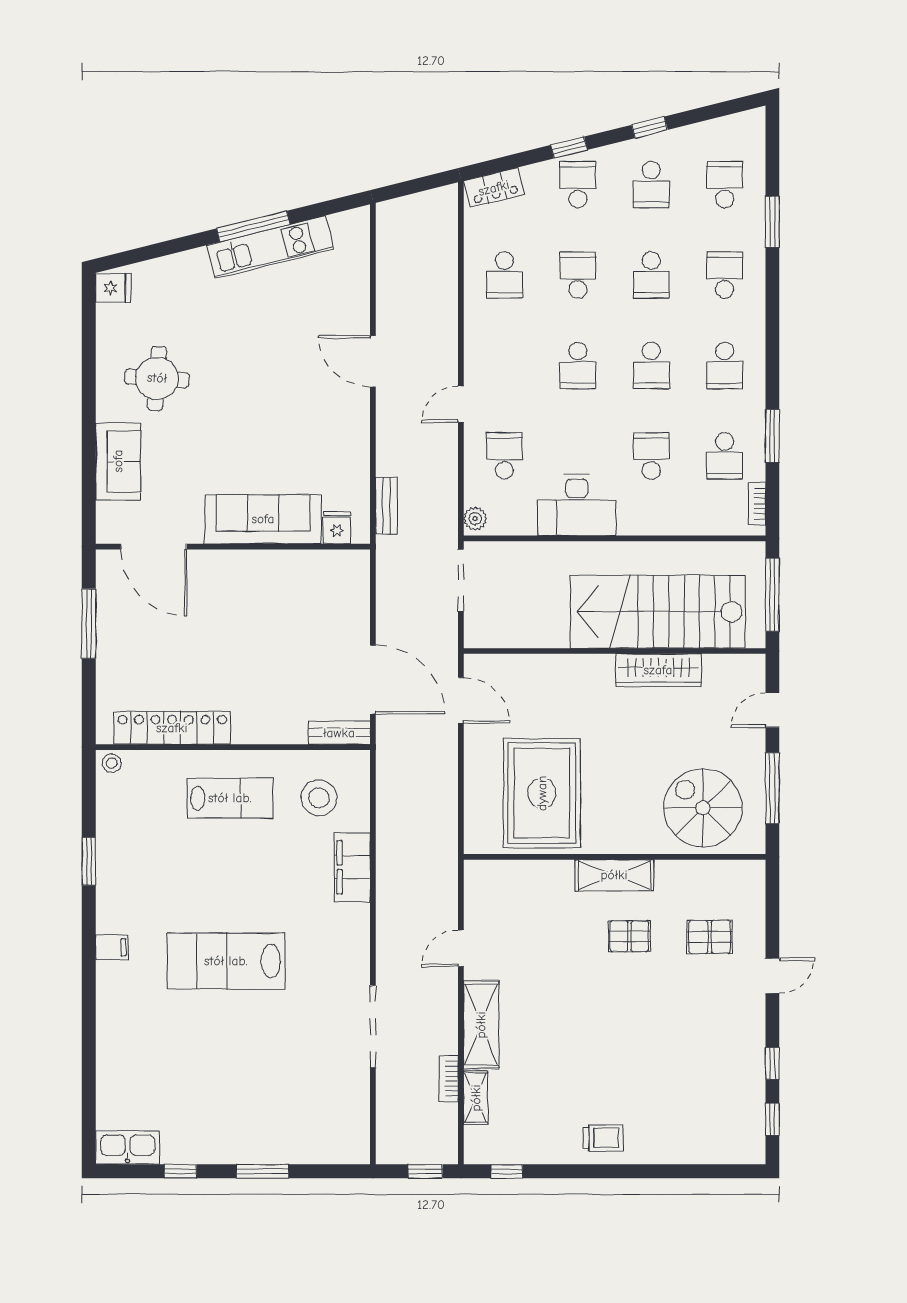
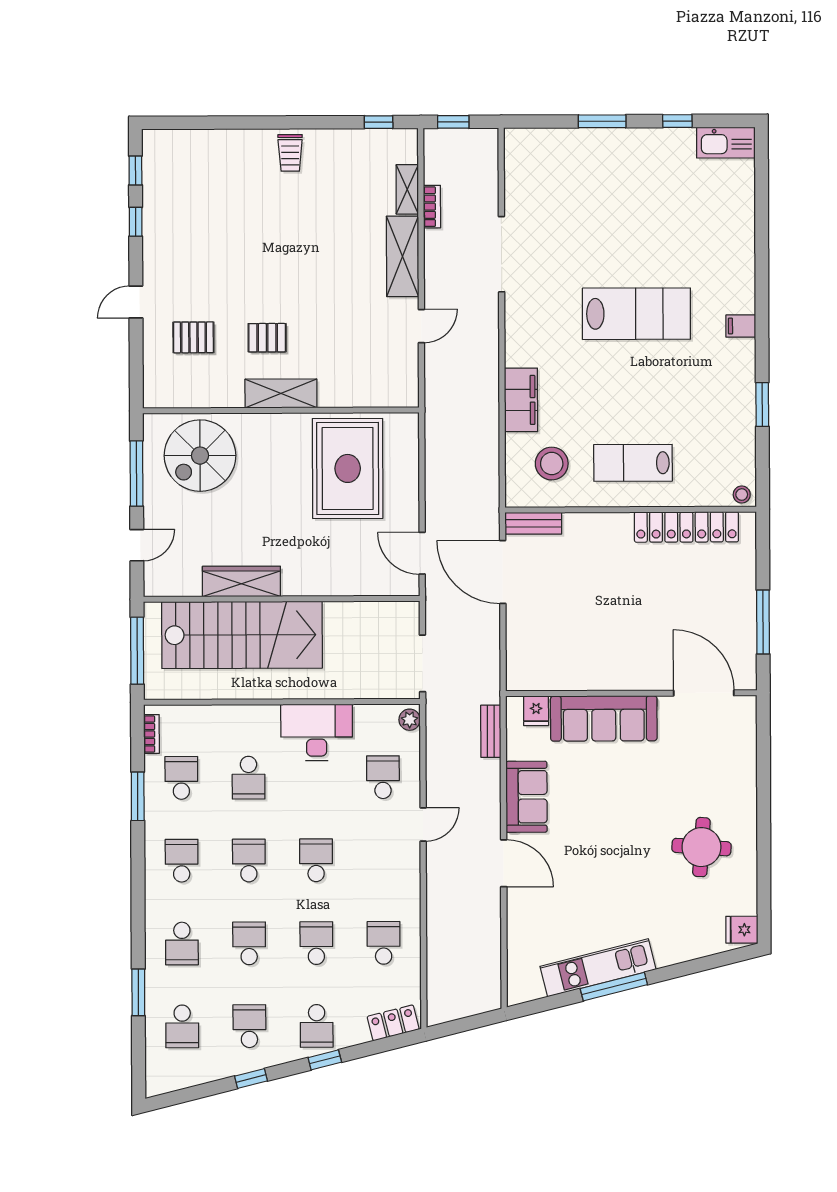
school desk: (578, 275) -> (316, 943), turned 180
school desk: (504, 456) -> (383, 777), turned 180
sofa: (118, 461) -> (527, 797), moved, turned 180
spiral stairs: (703, 808) -> (200, 456), turned 90
trolley: (603, 1138) -> (290, 153), turned -90

